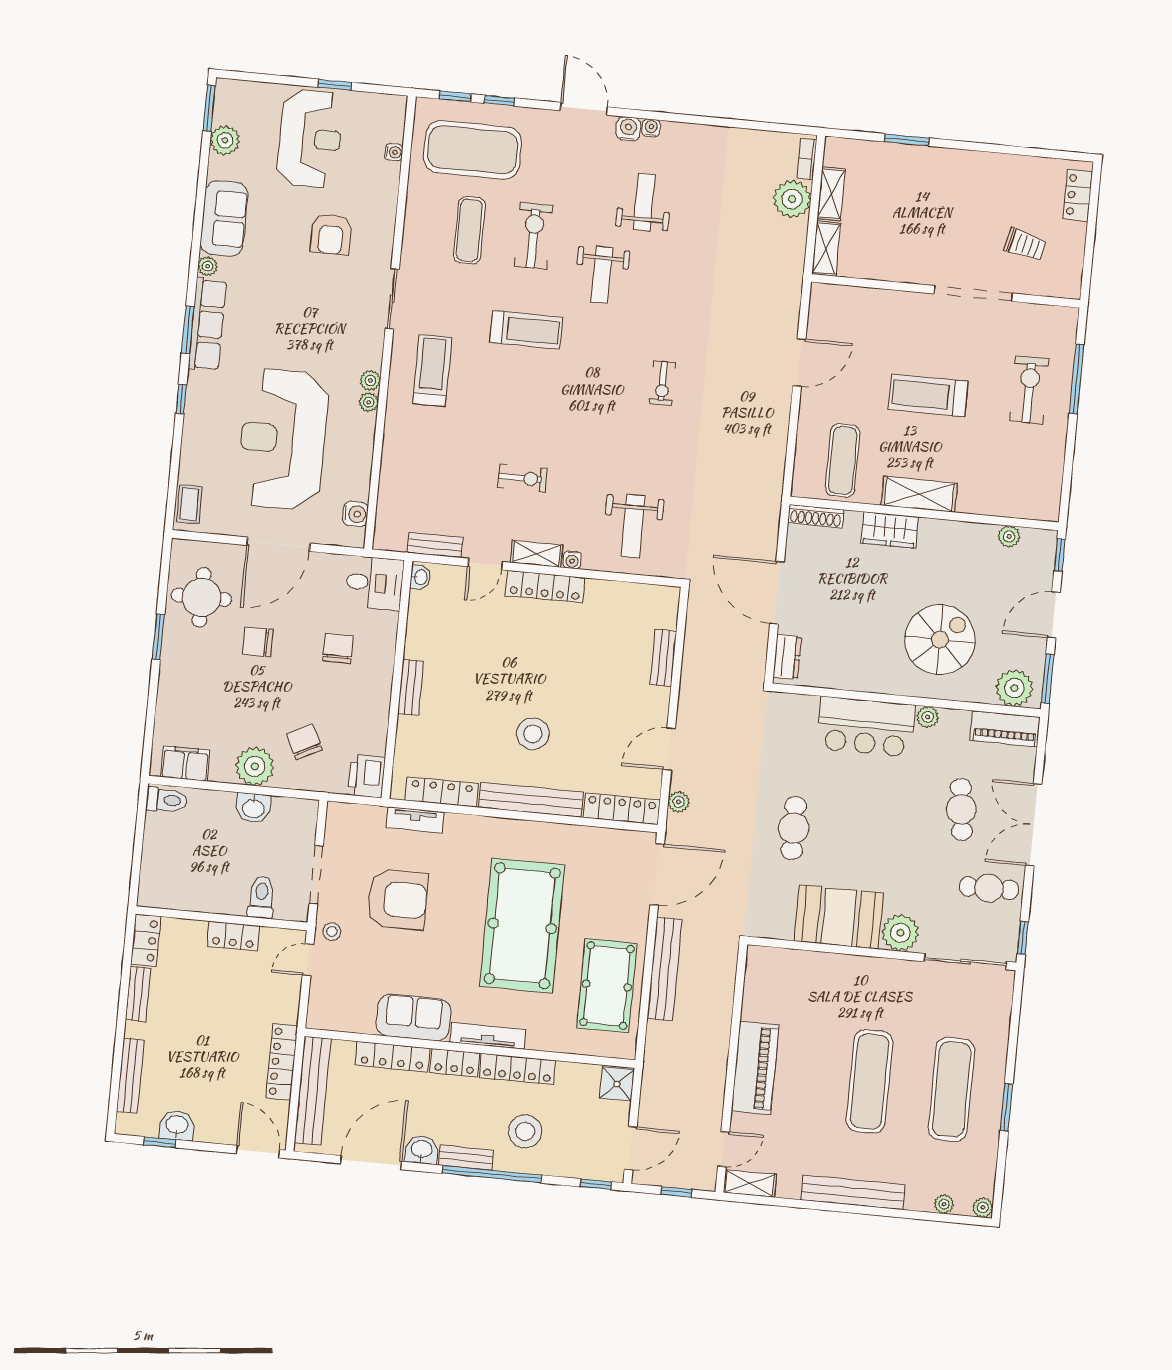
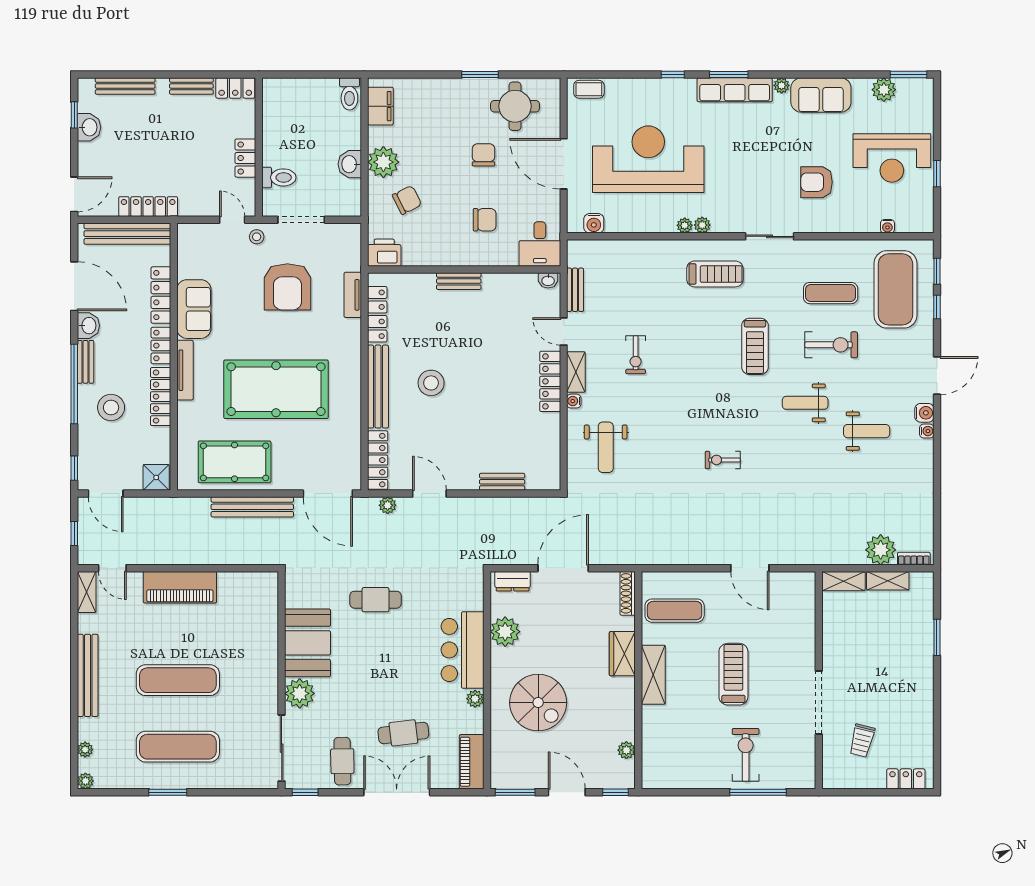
exercise bike: (1029, 390) -> (746, 755), turned -90
weight bench: (633, 526) -> (606, 447), turned -90
plant: (1014, 688) -> (505, 632), moved

